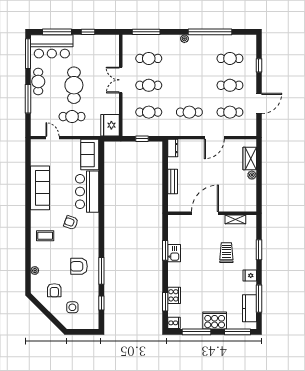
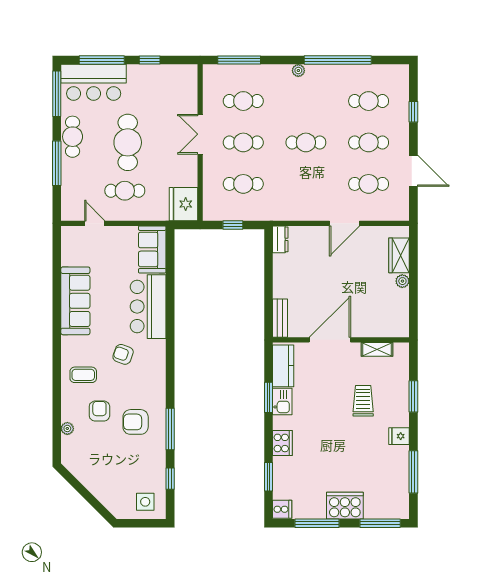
door: (259, 104) -> (413, 171), hinge flipped
cafe table: (189, 112) -> (306, 142), moved
bench: (173, 181) -> (280, 318), moved
armchair: (54, 290) -> (99, 411), moved, turned 180
cooker: (174, 295) -> (282, 443), moved
side table: (72, 307) -> (145, 502), moved
kitchen counter: (249, 308) -> (283, 366), moved, turned 180

